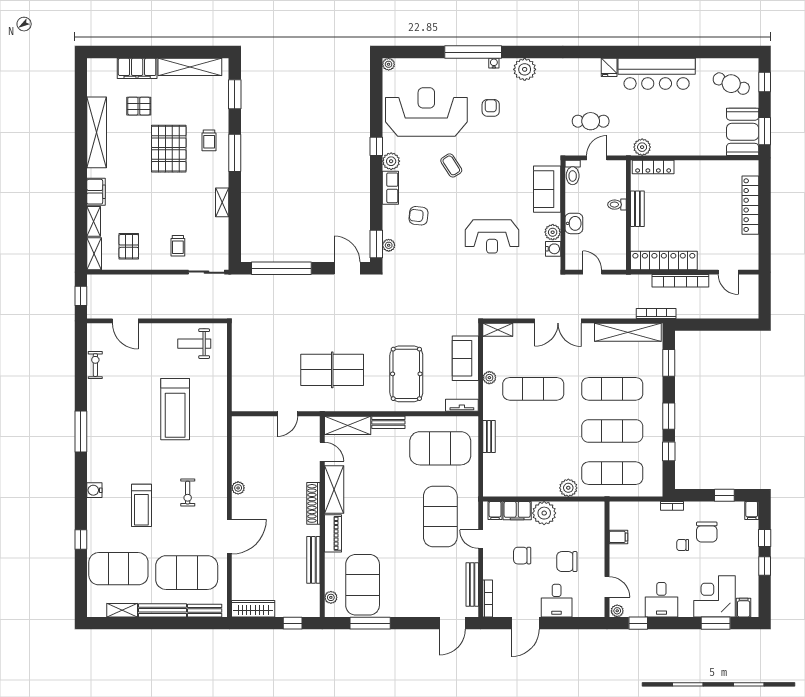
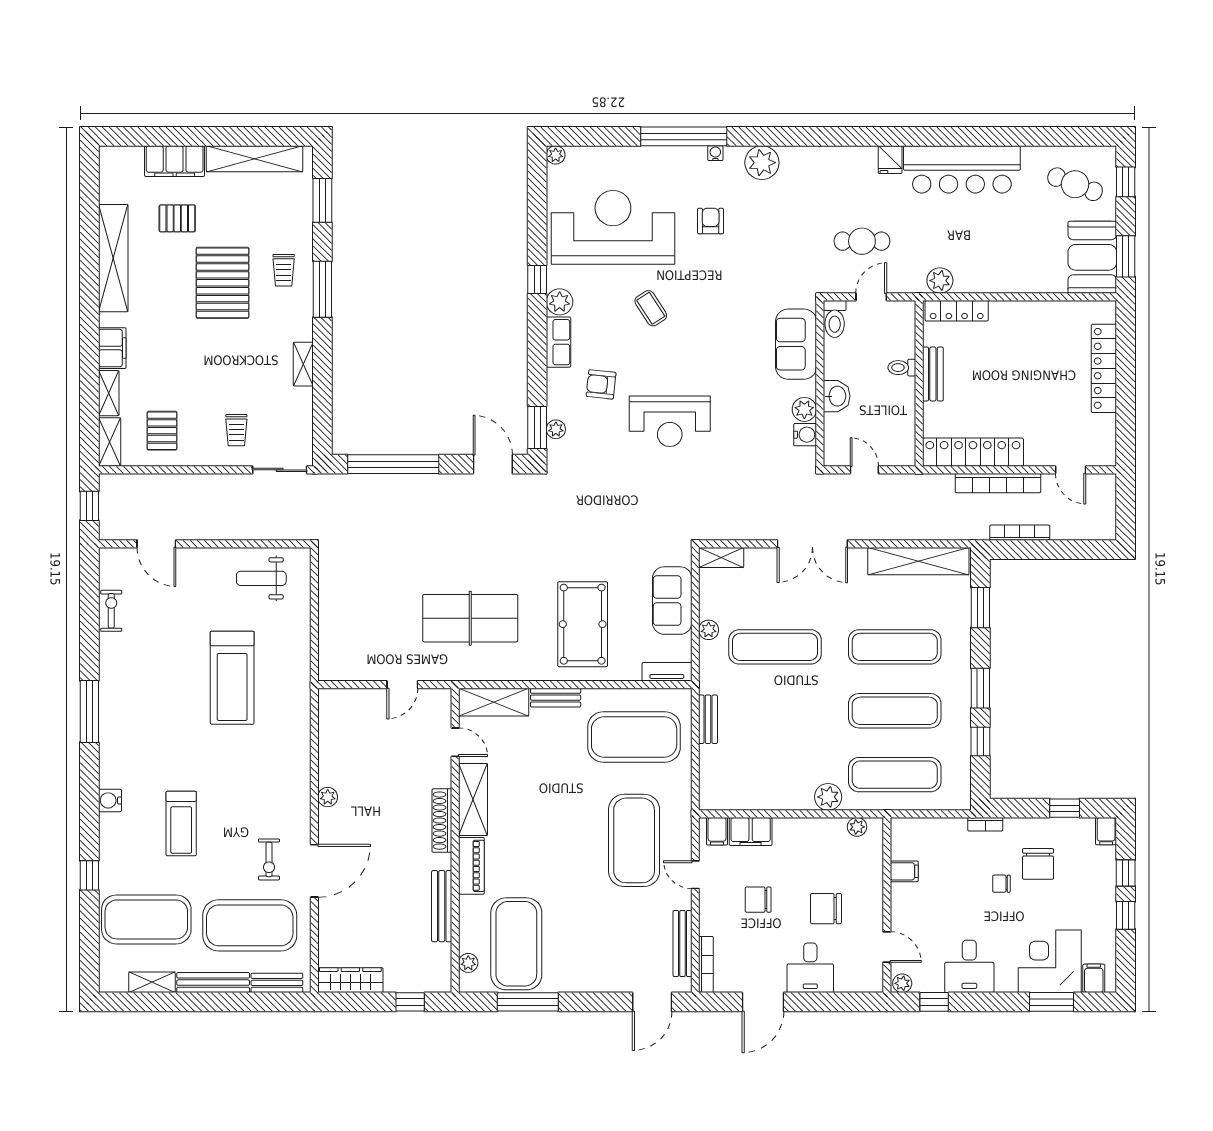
reception desk: (492, 236) -> (670, 421), moved
bookcase: (656, 313) -> (1020, 533), moved
exercise bike: (188, 493) -> (269, 859), moved
plant: (544, 513) -> (857, 827), moved, width x0.53, depth x0.53

